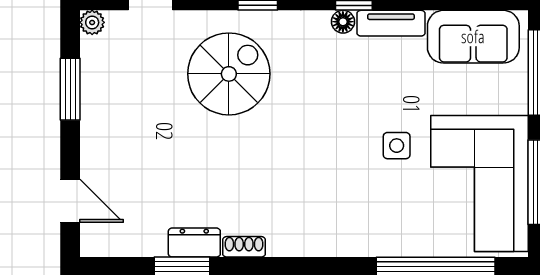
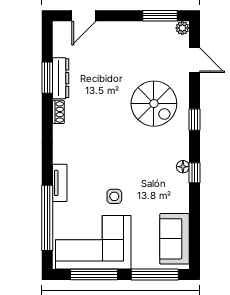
tv unit: (391, 23) -> (60, 183), moved, turned 180
window: (70, 89) -> (160, 16), moved
dresser: (194, 243) -> (61, 78), width x1.44

